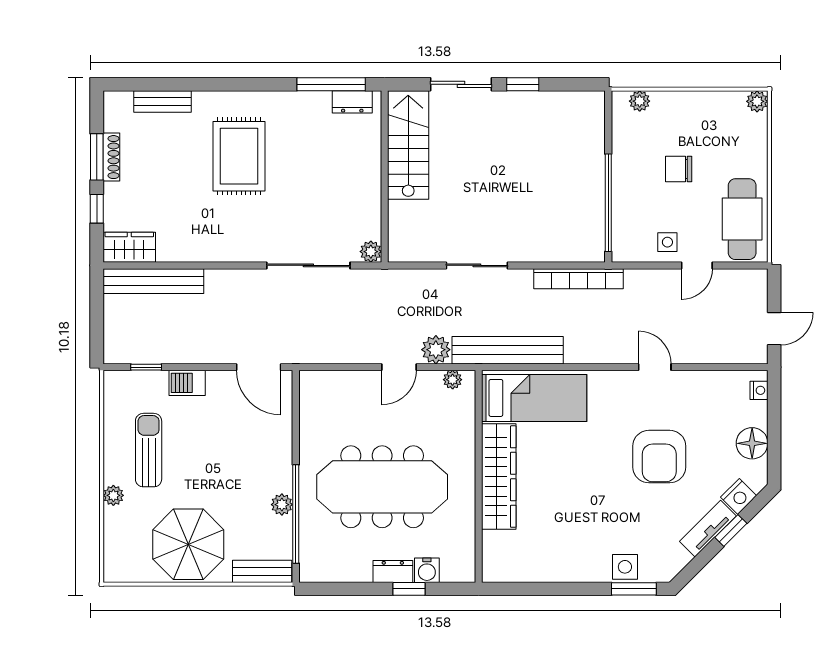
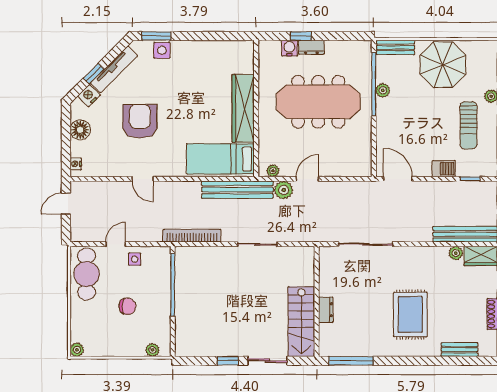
dresser: (352, 102) -> (326, 310), moved, turned 90
plant: (371, 252) -> (456, 253), moved
tv unit: (708, 529) -> (114, 69), width x1.41

